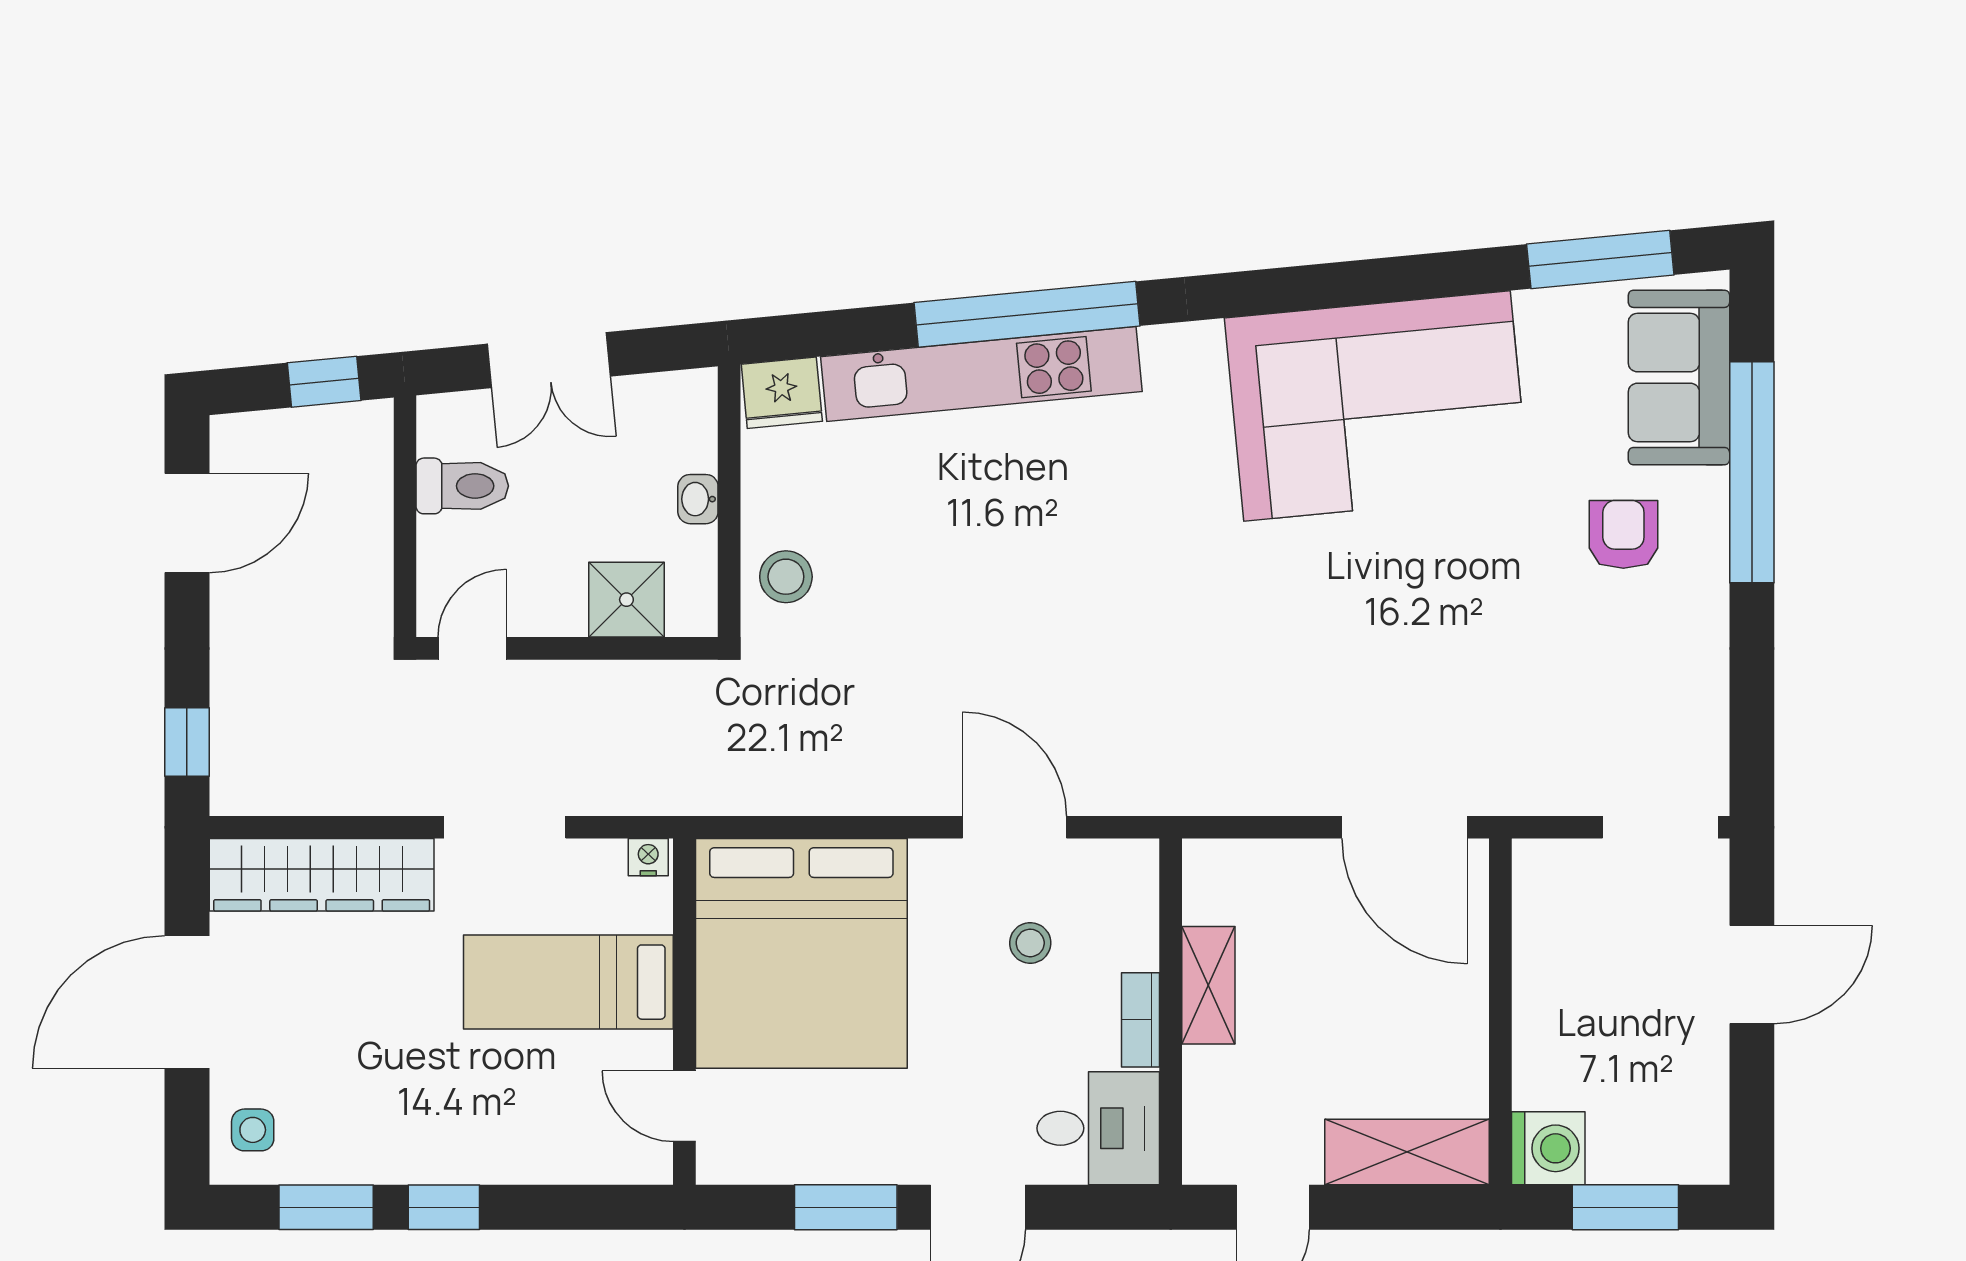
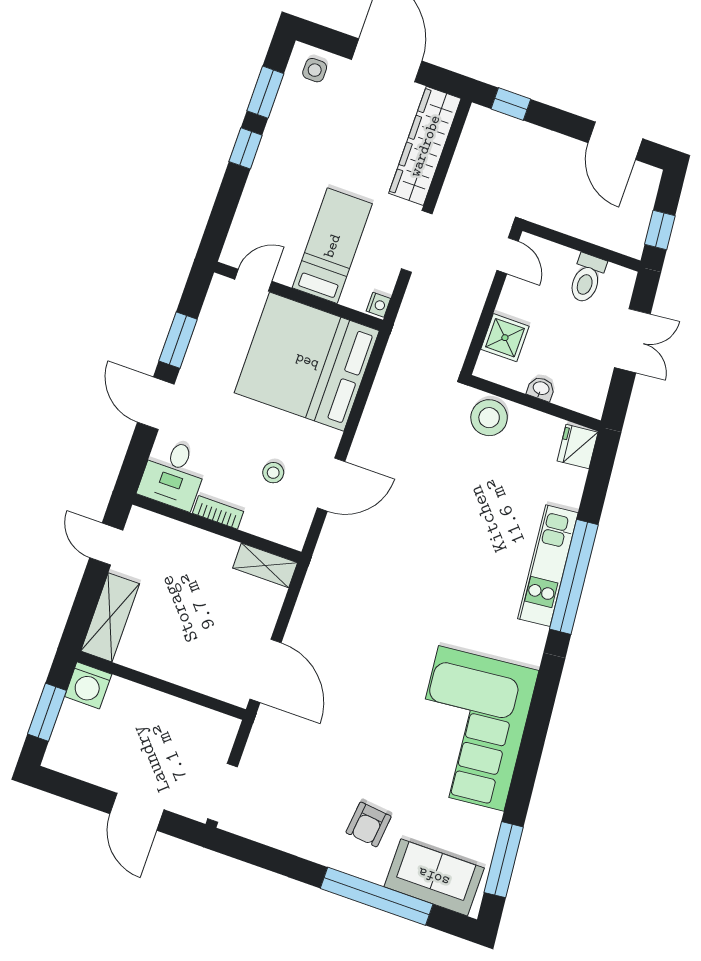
double door: (549, 360) -> (632, 341), swing flipped
kitchen unit: (981, 374) -> (548, 566), width x0.73
armchair: (1623, 534) -> (369, 824), turned 96
stool: (786, 577) -> (489, 418), width x1.38, depth x1.38
door: (1405, 827) -> (266, 671), swing flipped
shelving: (1208, 985) -> (265, 565), moved

